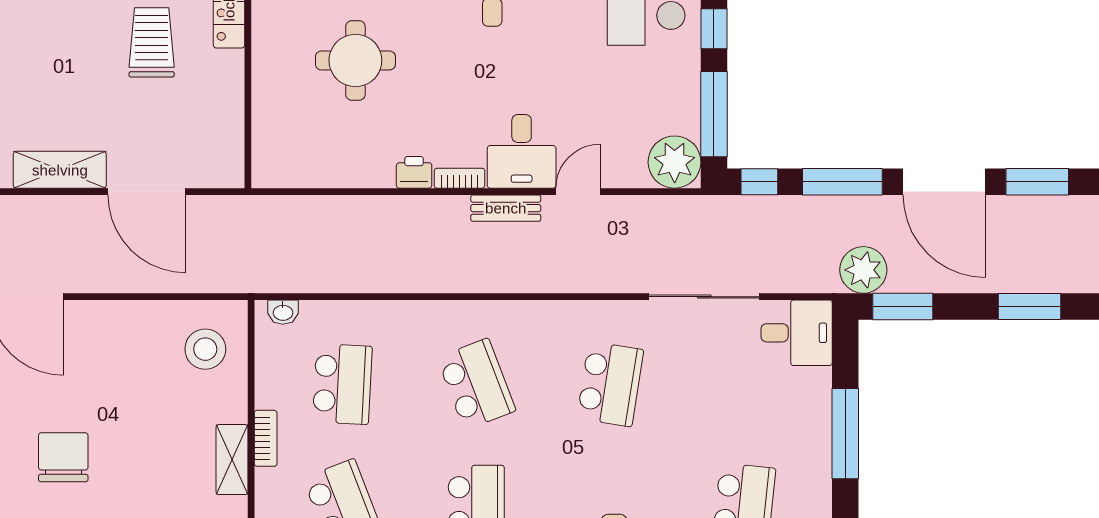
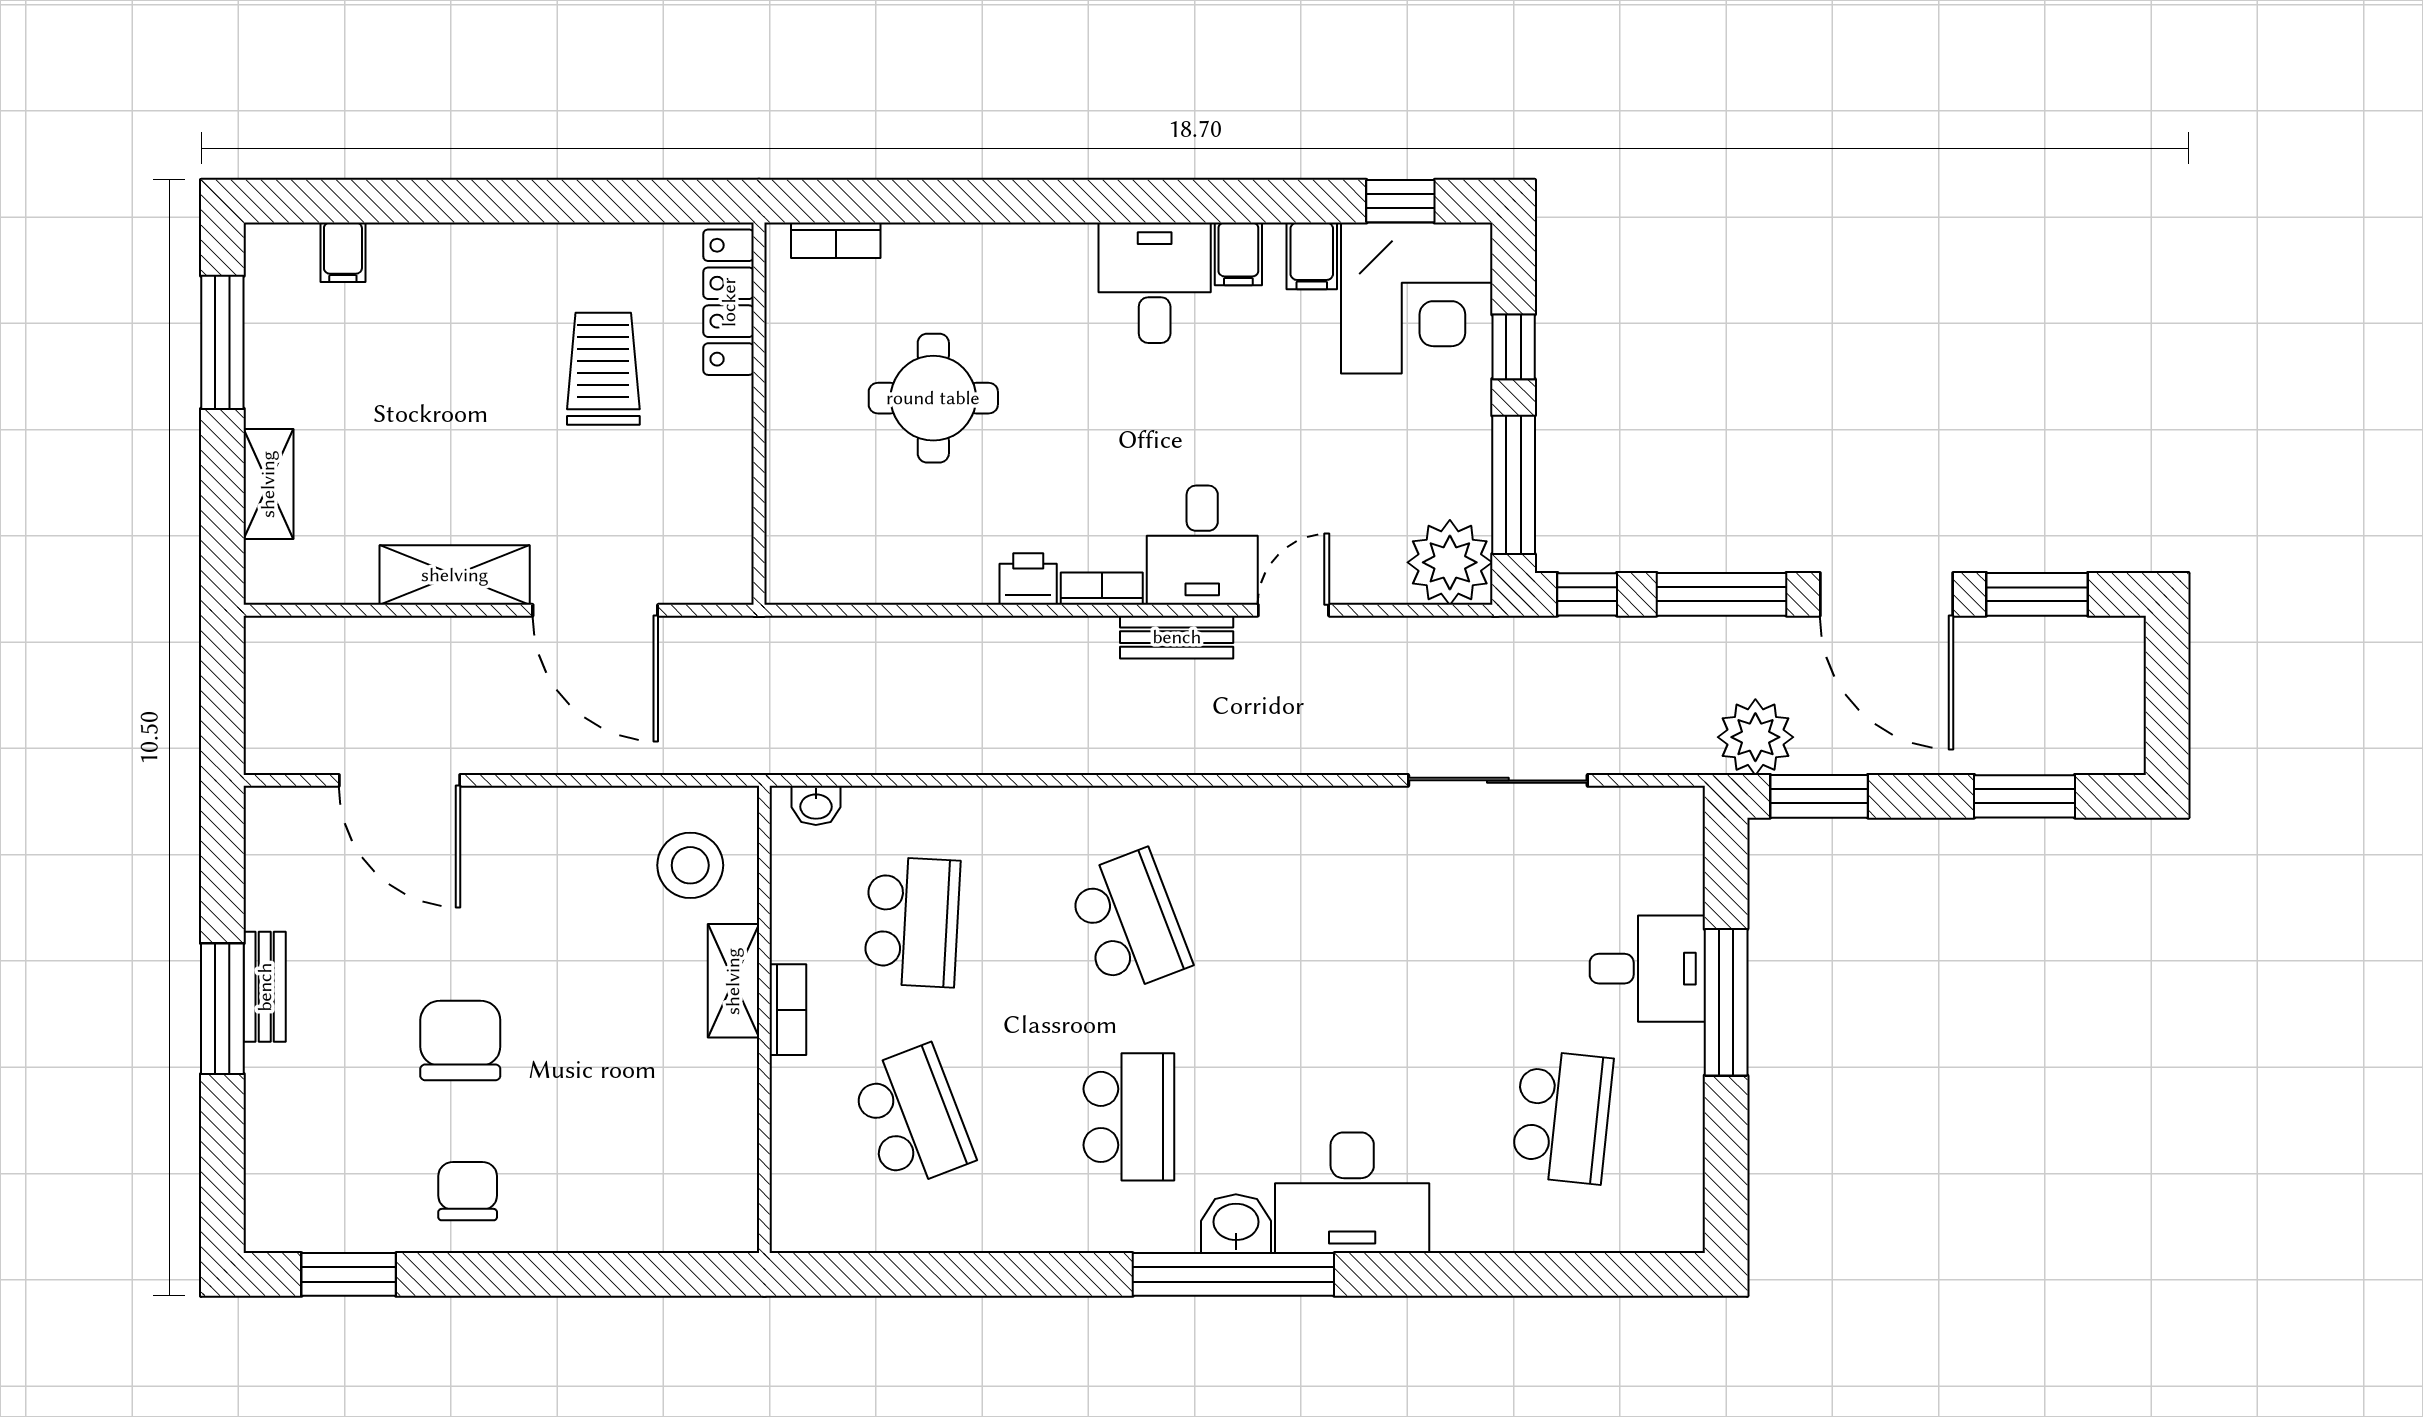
desk: (797, 333) -> (1647, 969), moved
school desk: (610, 384) -> (1346, 922), removed
shelving: (232, 460) -> (733, 981), moved

